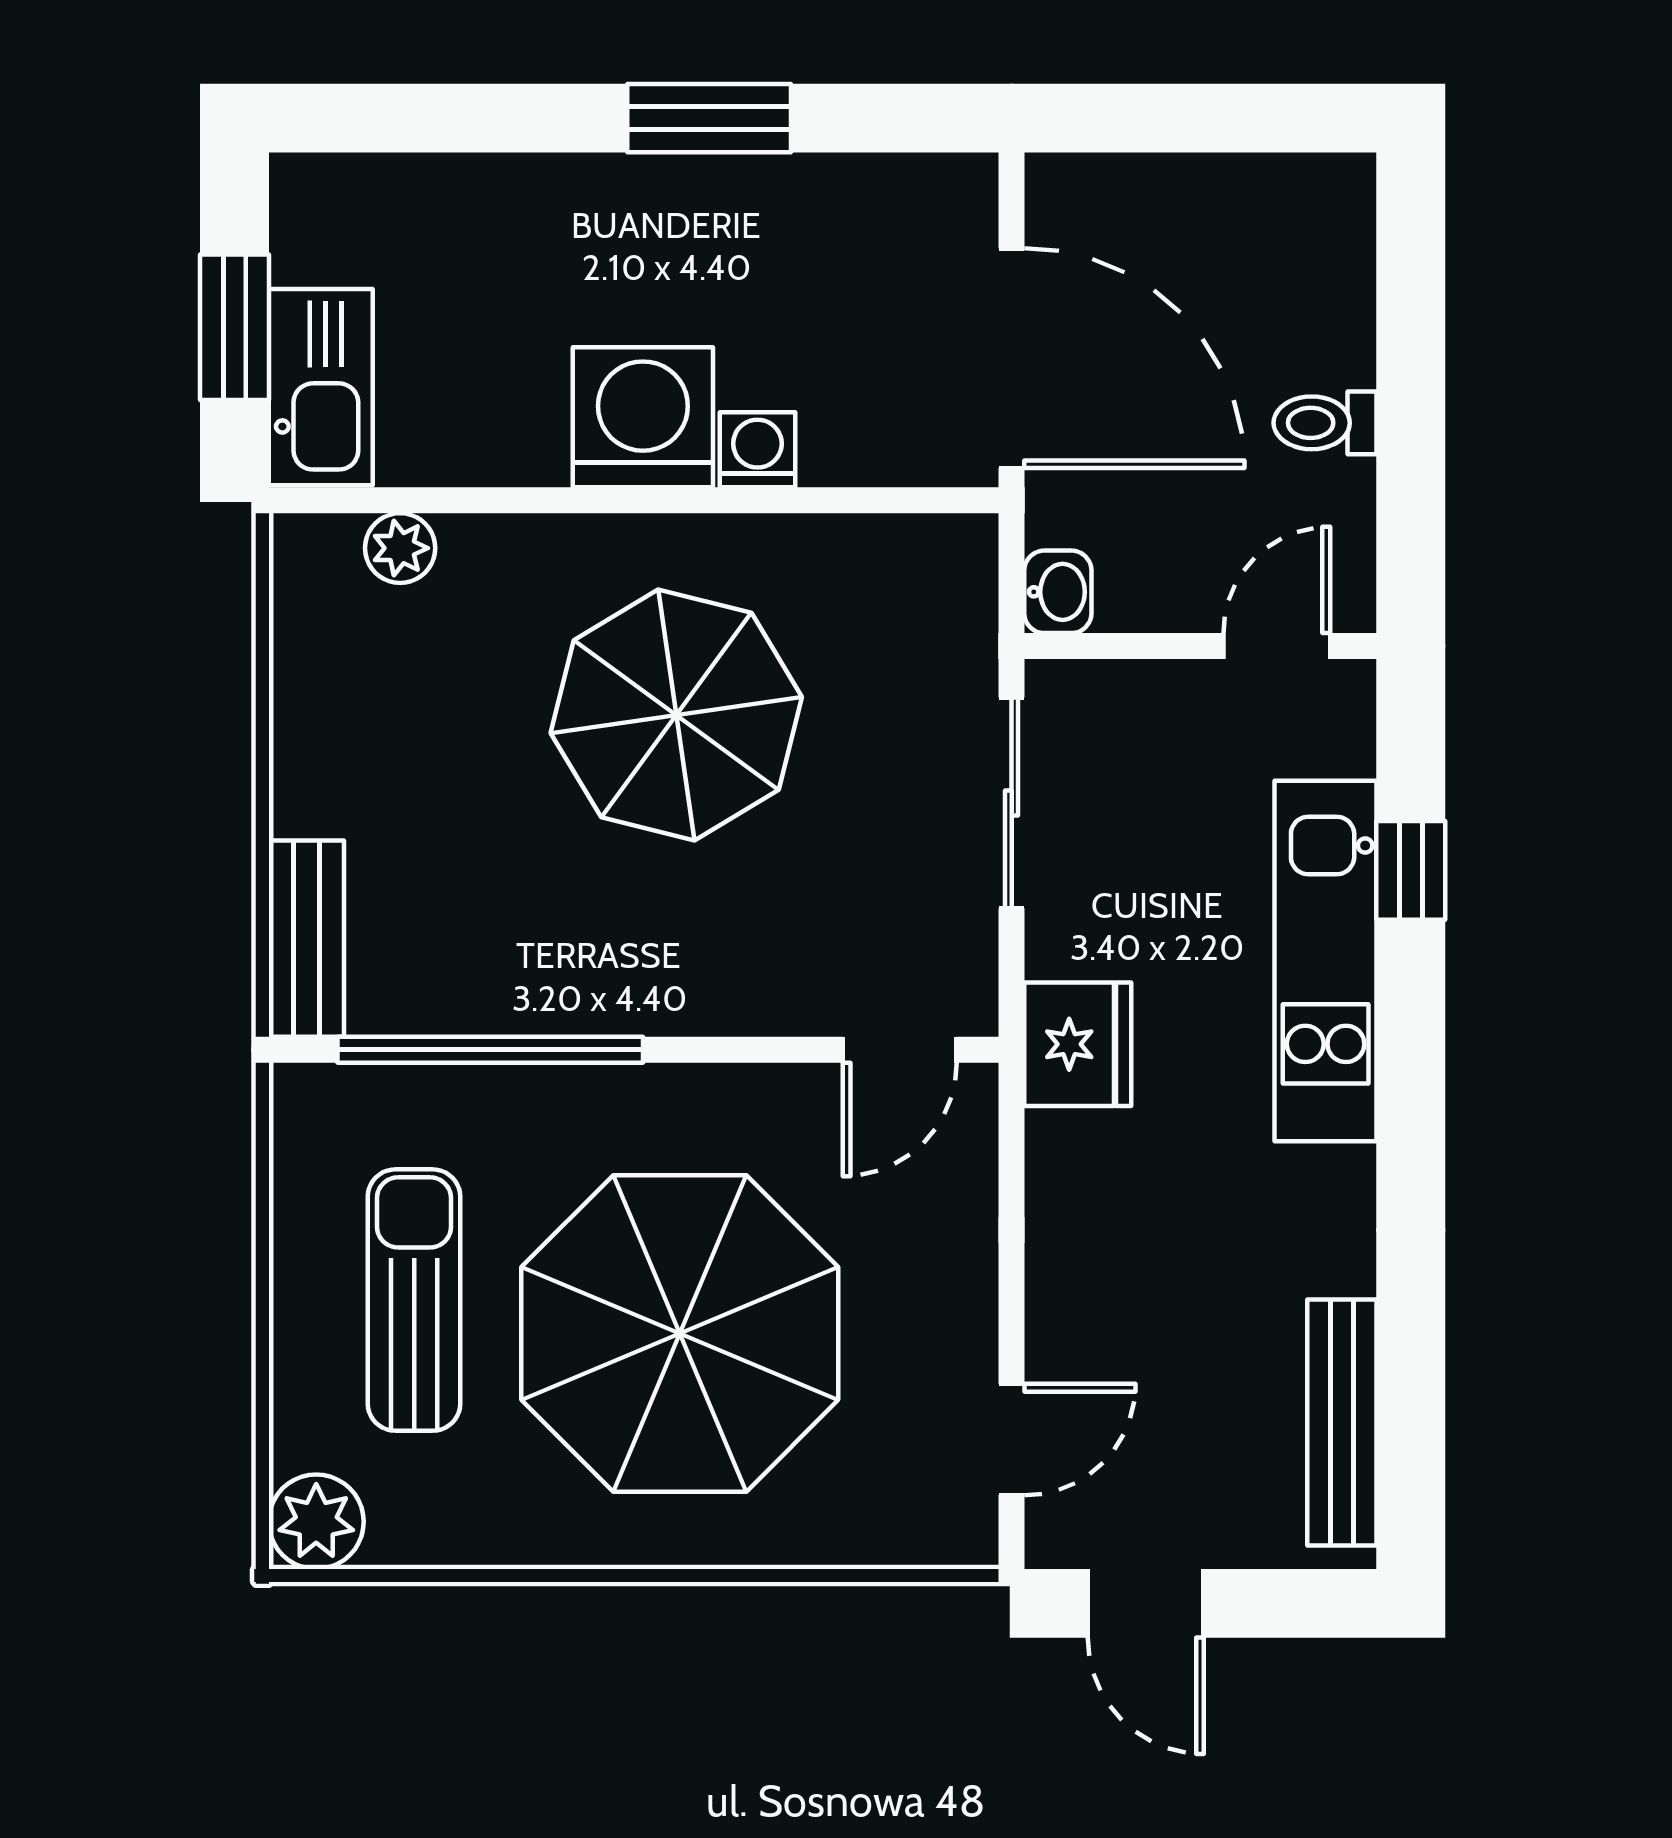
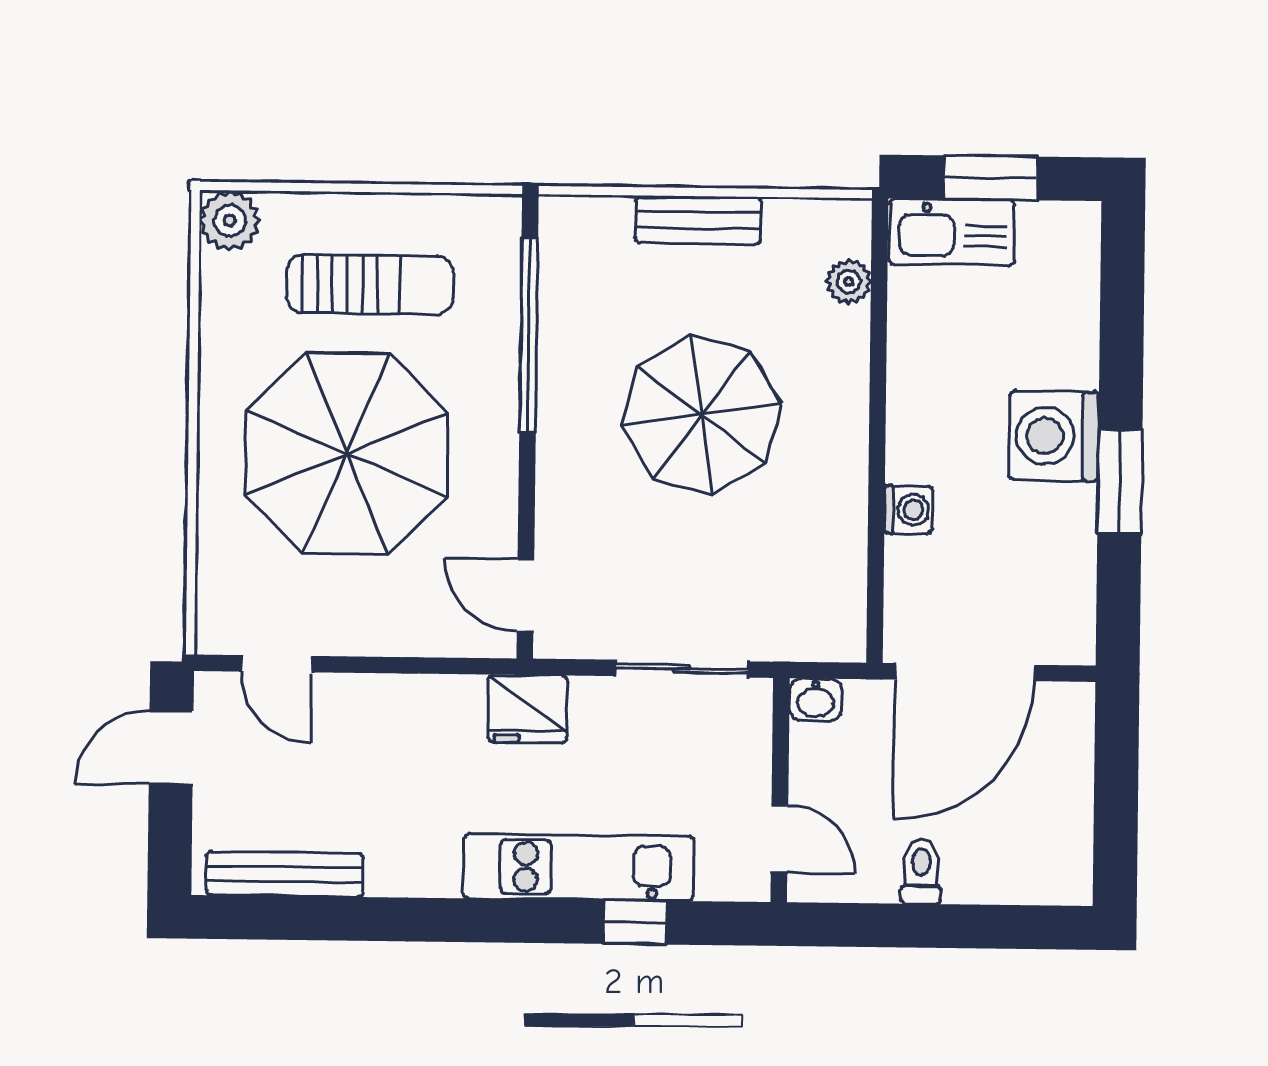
washing machine: (643, 417) -> (1054, 436), moved, turned 180
parasol: (676, 715) -> (702, 415), moved
bench: (306, 939) -> (698, 220), moved

